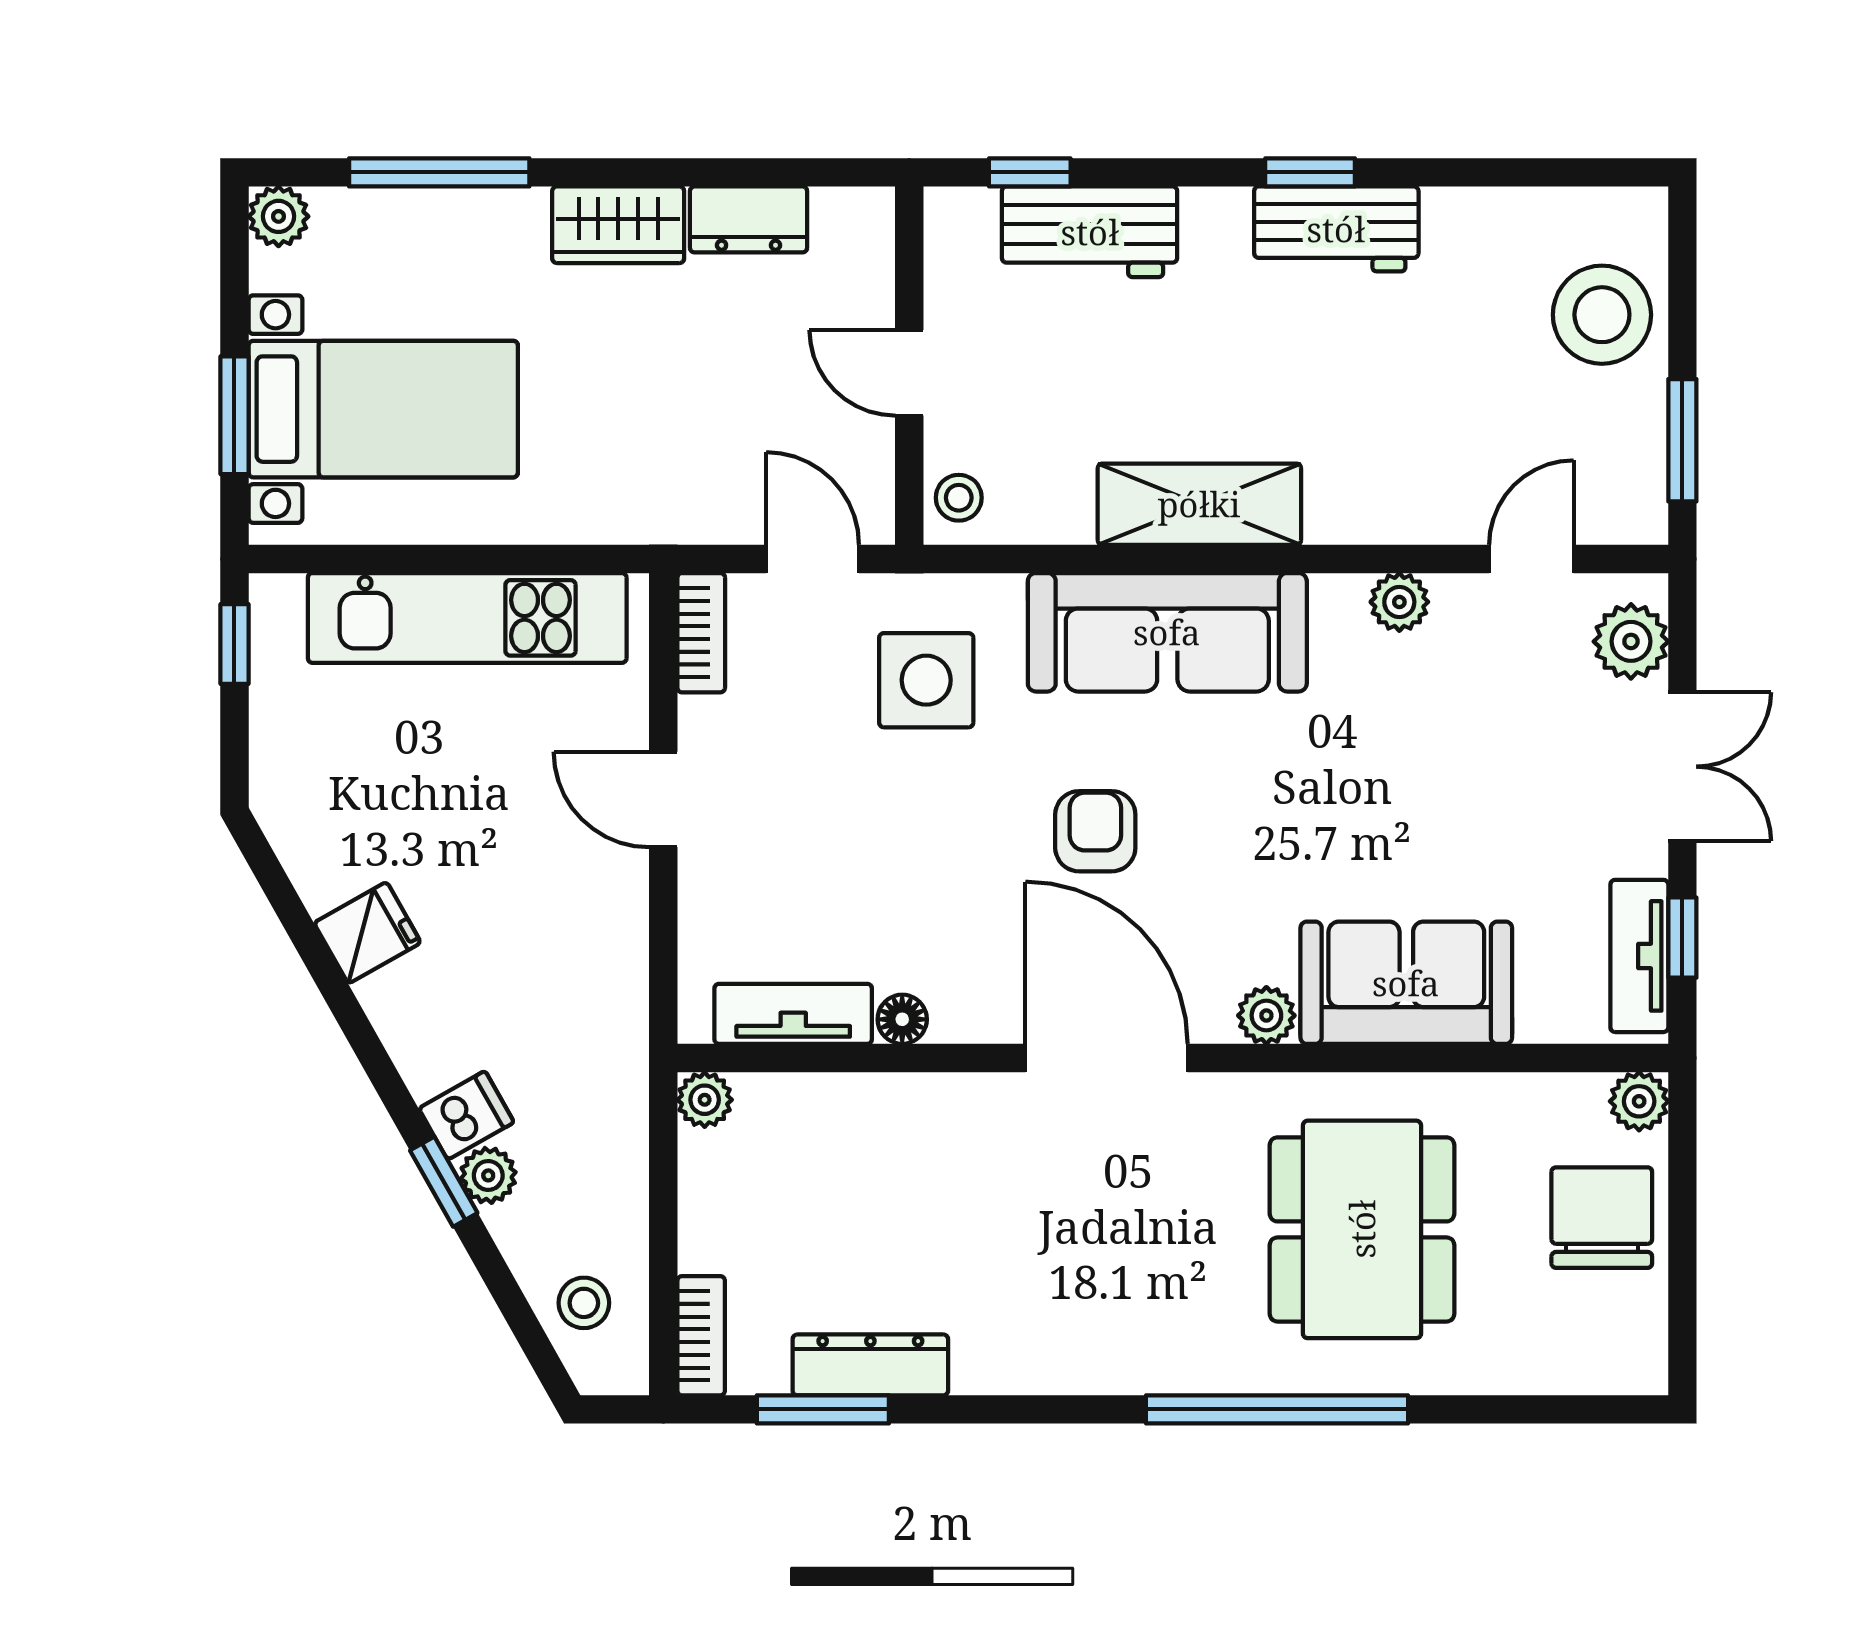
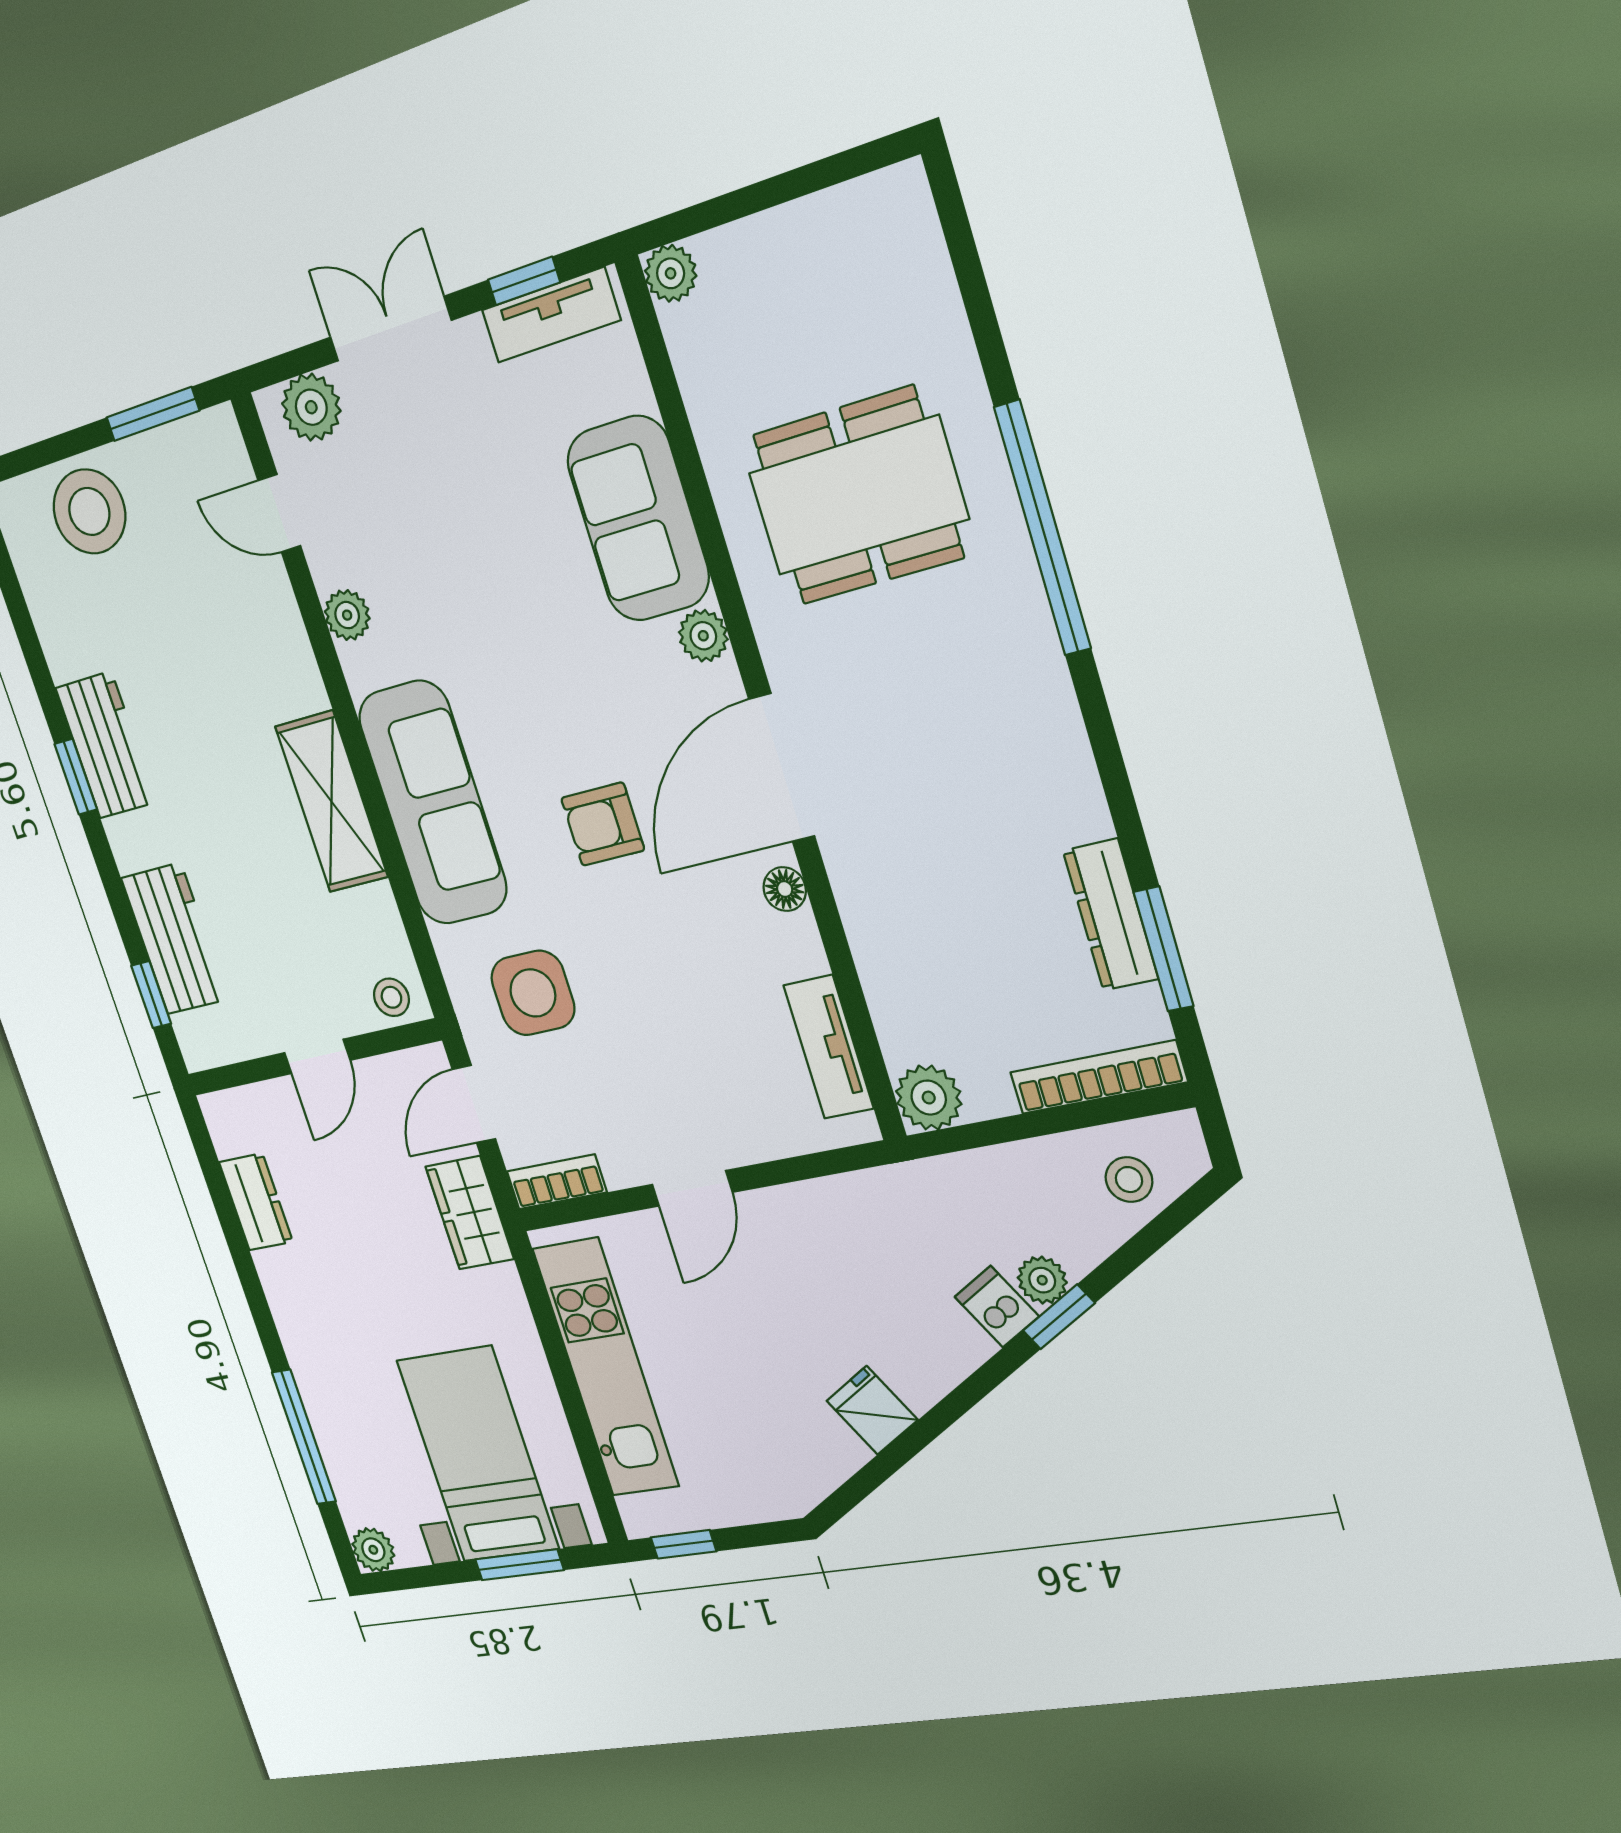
wardrobe: (618, 225) -> (470, 1213), moved, turned 180
floor lamp: (902, 1019) -> (785, 889), moved
plant: (705, 1100) -> (929, 1098), width x1.38, depth x1.38
chair: (1602, 1218) -> (781, 274), removed
bookcase: (701, 1336) -> (1098, 1077), width x1.56

